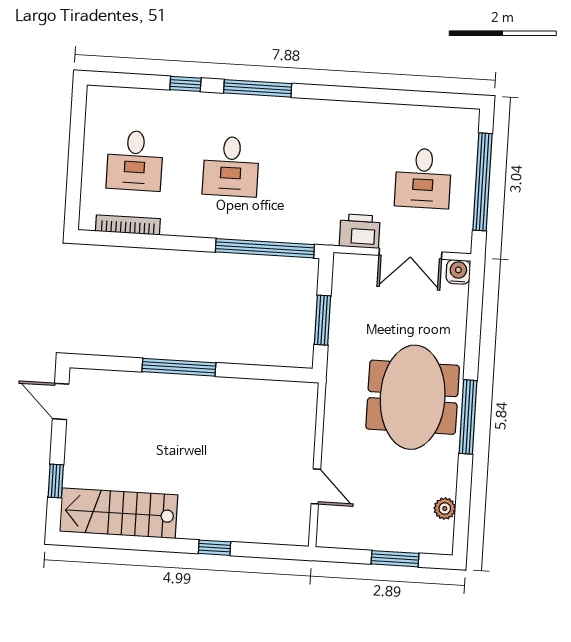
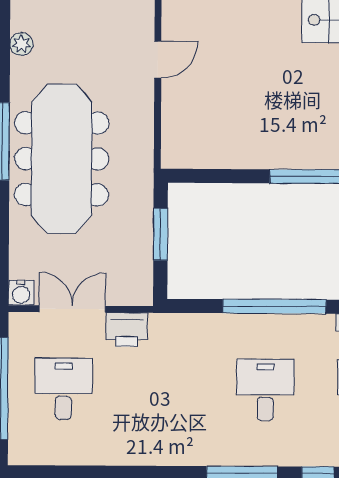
window: (265, 248) -> (274, 306), moved
meeting table: (413, 397) -> (62, 159), width x1.36
door: (316, 486) -> (158, 60), swing flipped

